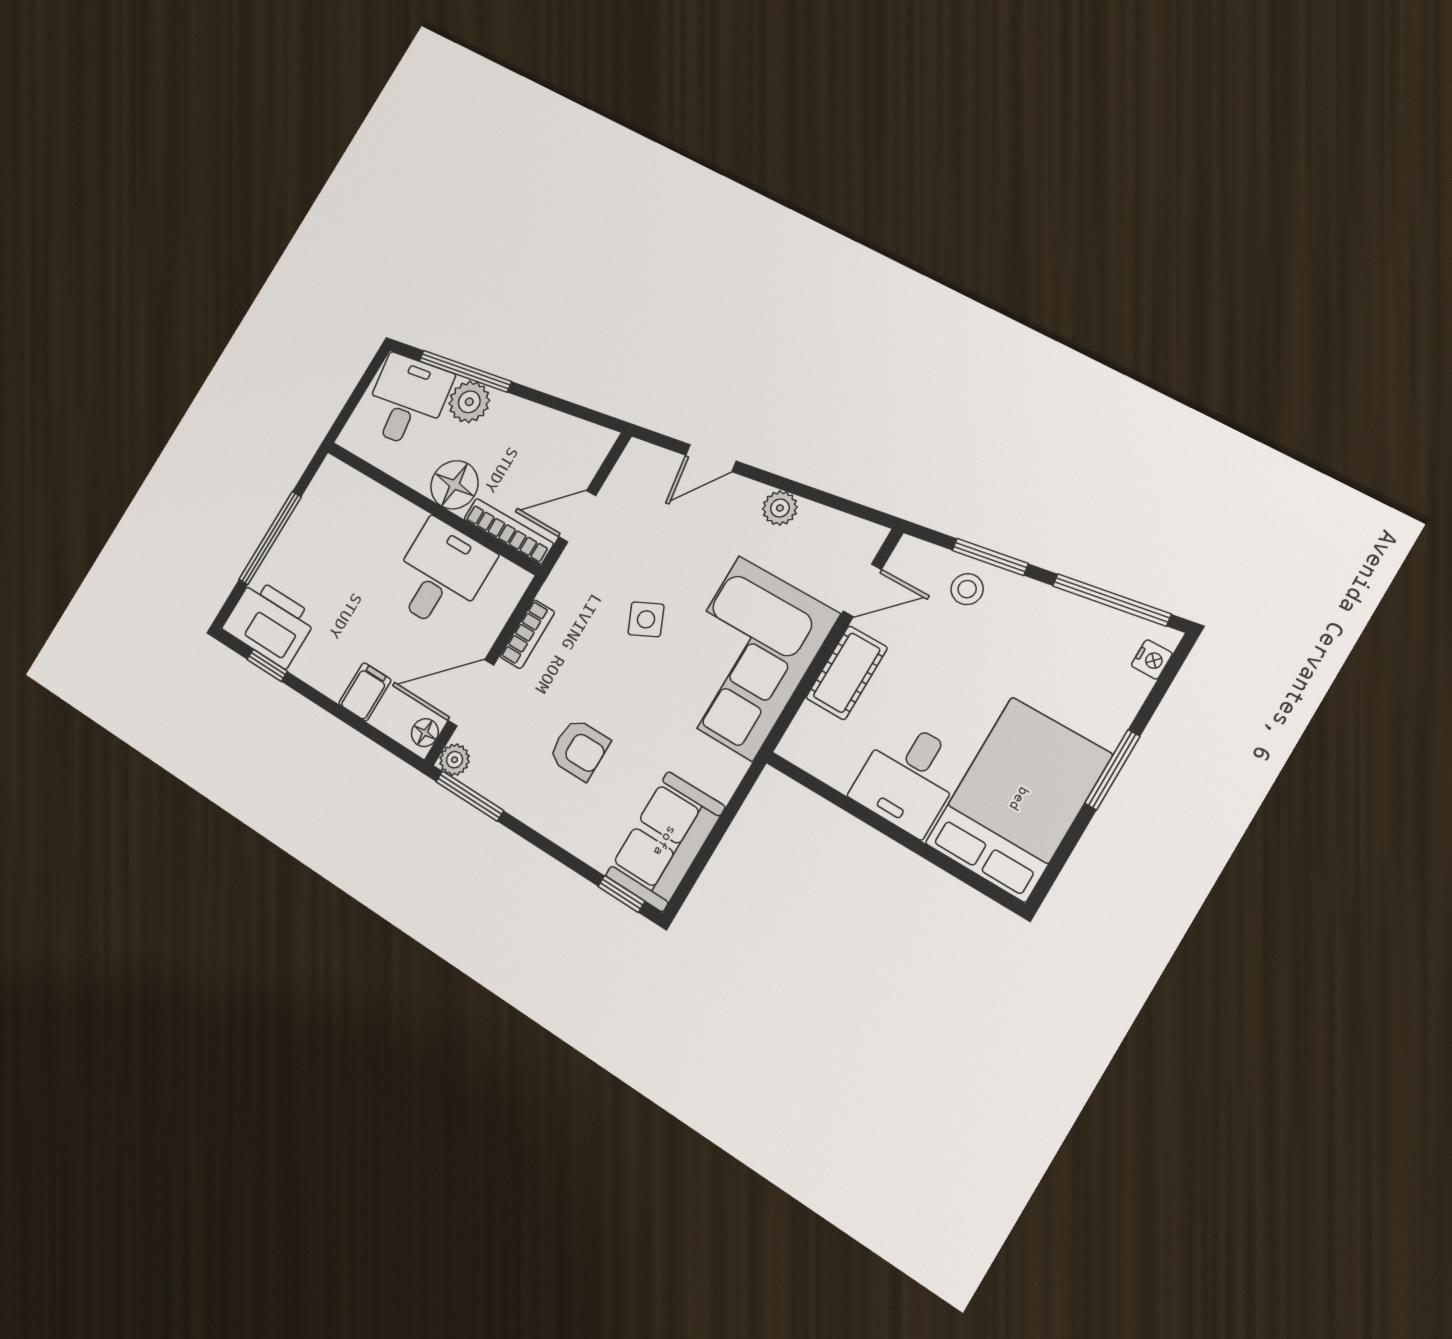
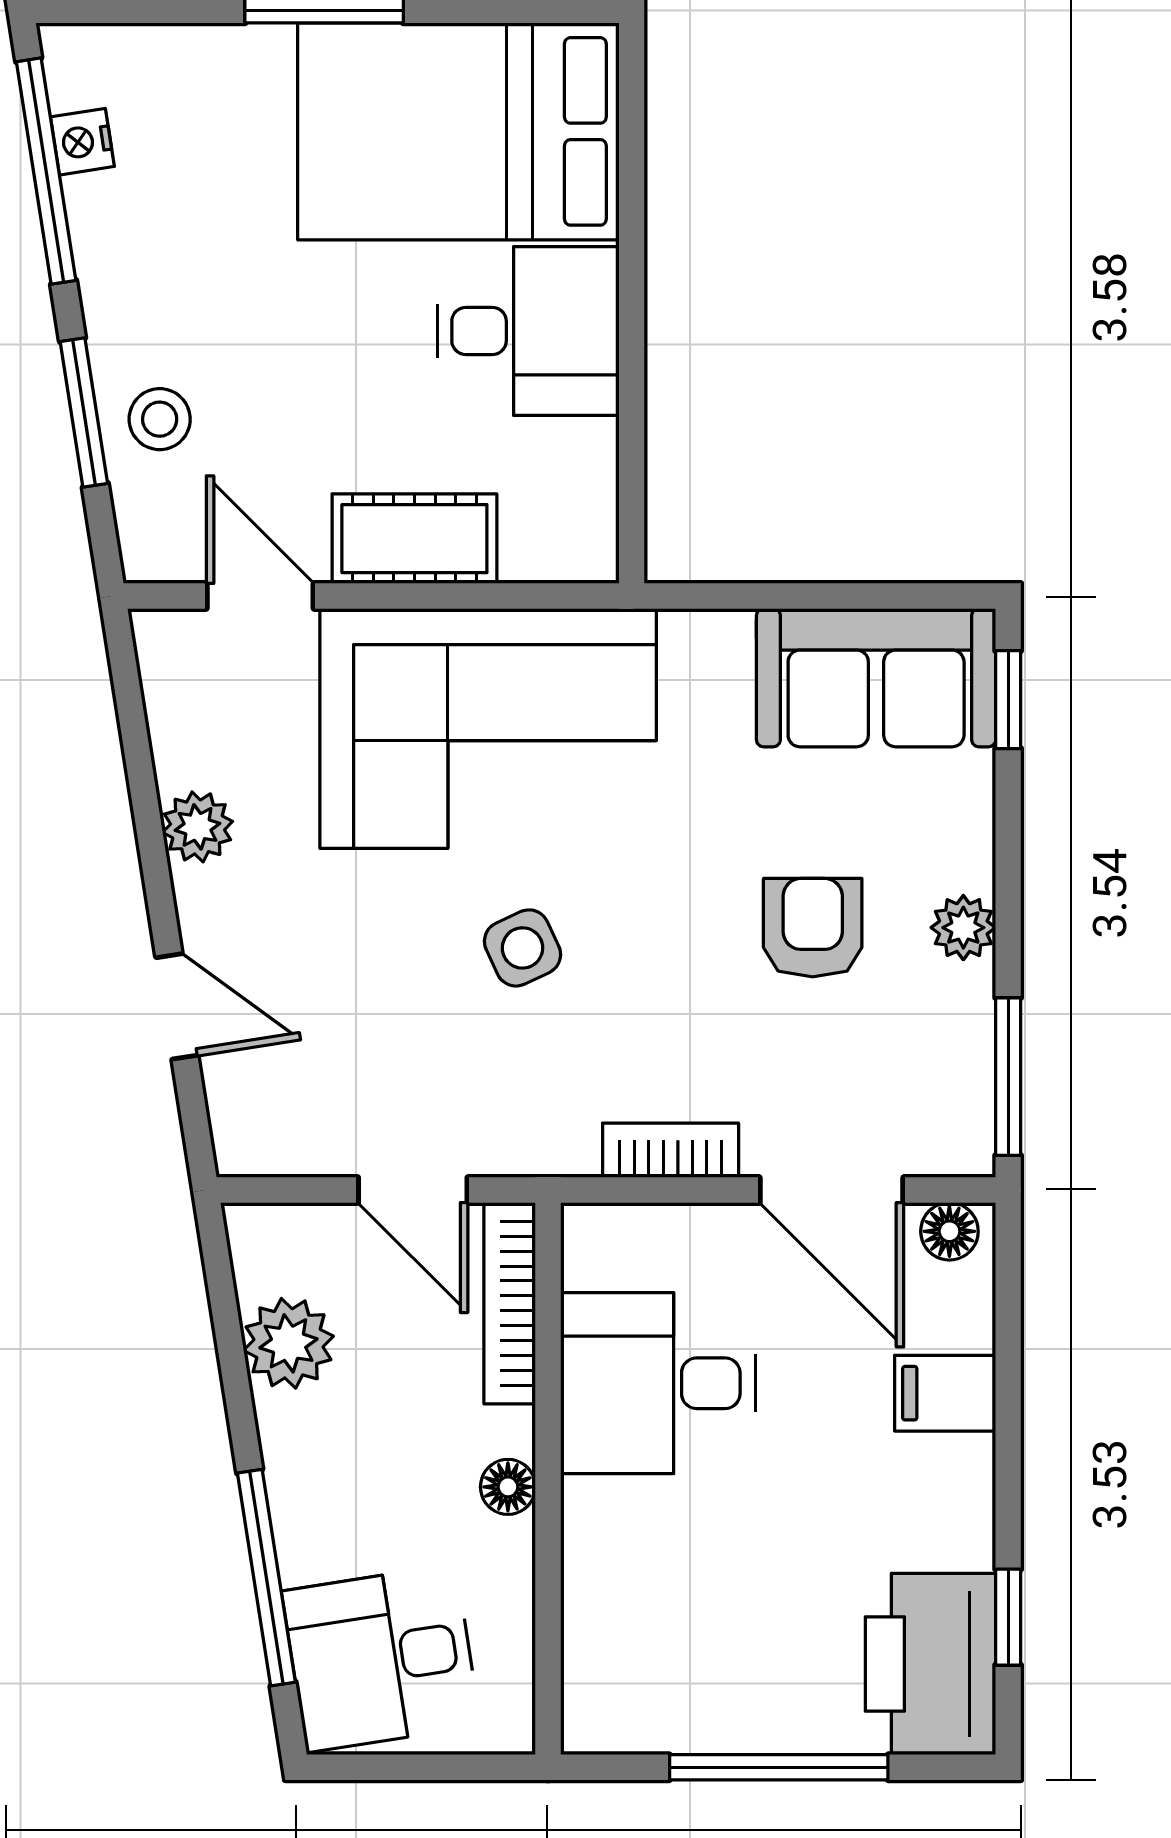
plant: (469, 402) -> (289, 1343), moved
floor lamp: (454, 485) -> (508, 1487), width x0.53, depth x0.53
nightstand: (1152, 659) -> (82, 142), moved, turned -99
plant: (455, 760) -> (963, 928), moved

